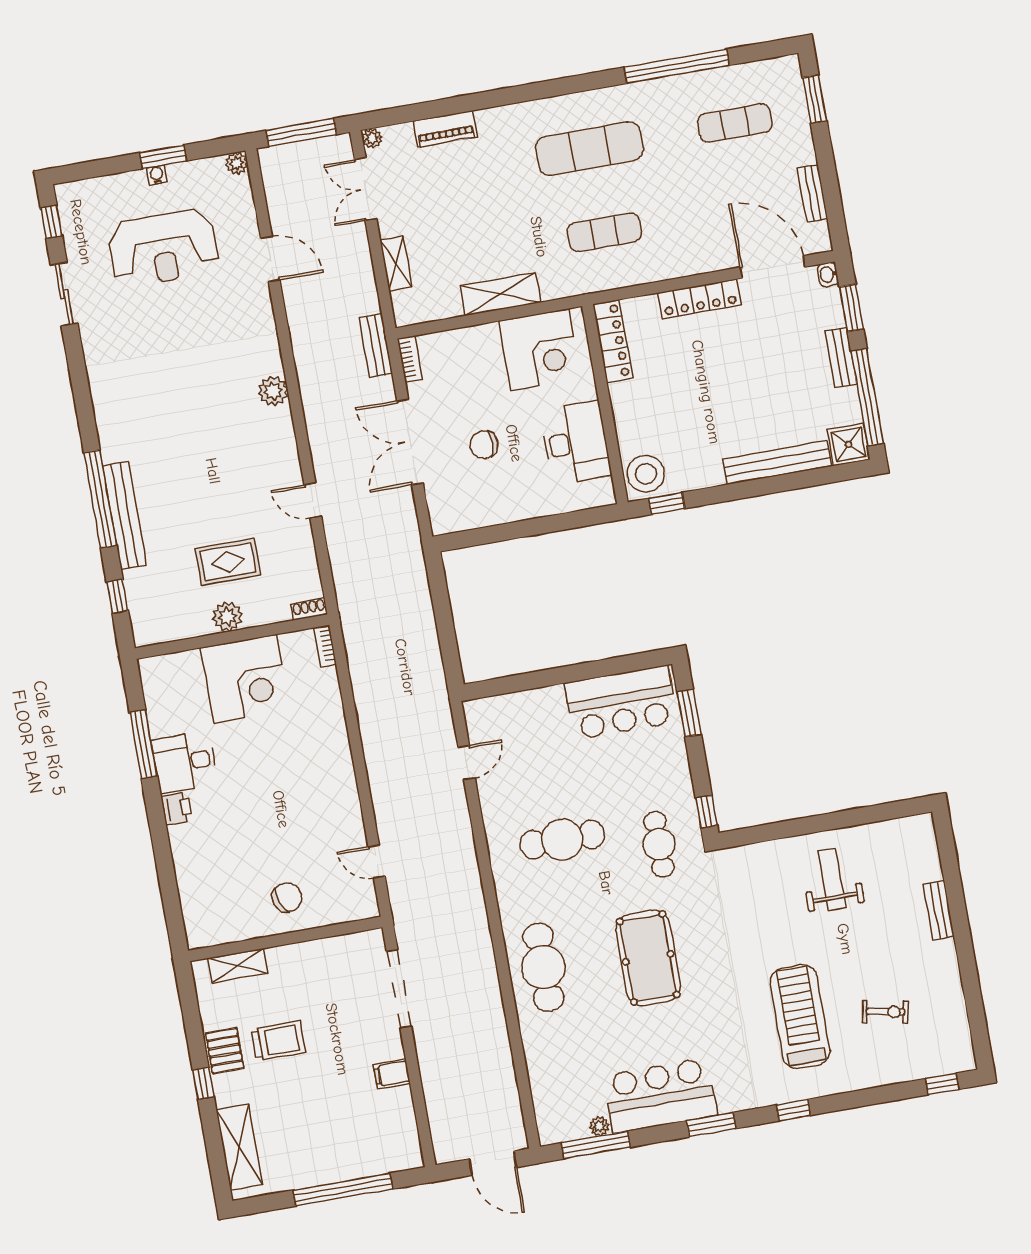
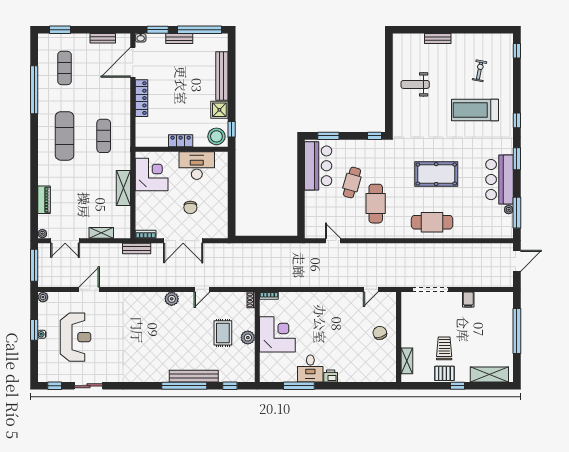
locker: (613, 341) -> (181, 141), moved, width x0.66
plant: (273, 391) -> (172, 299), moved
shower: (849, 444) -> (219, 110), moved
cafe table: (659, 844) -> (352, 183), moved, turned -74

